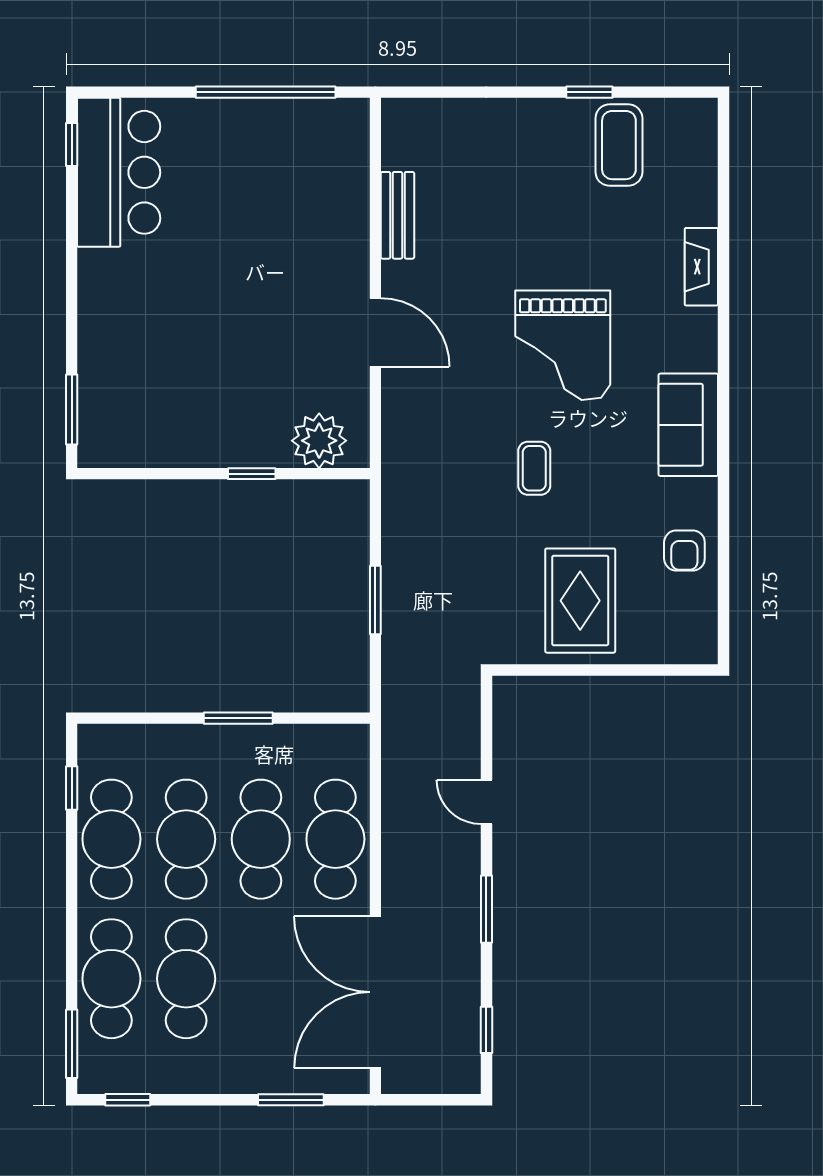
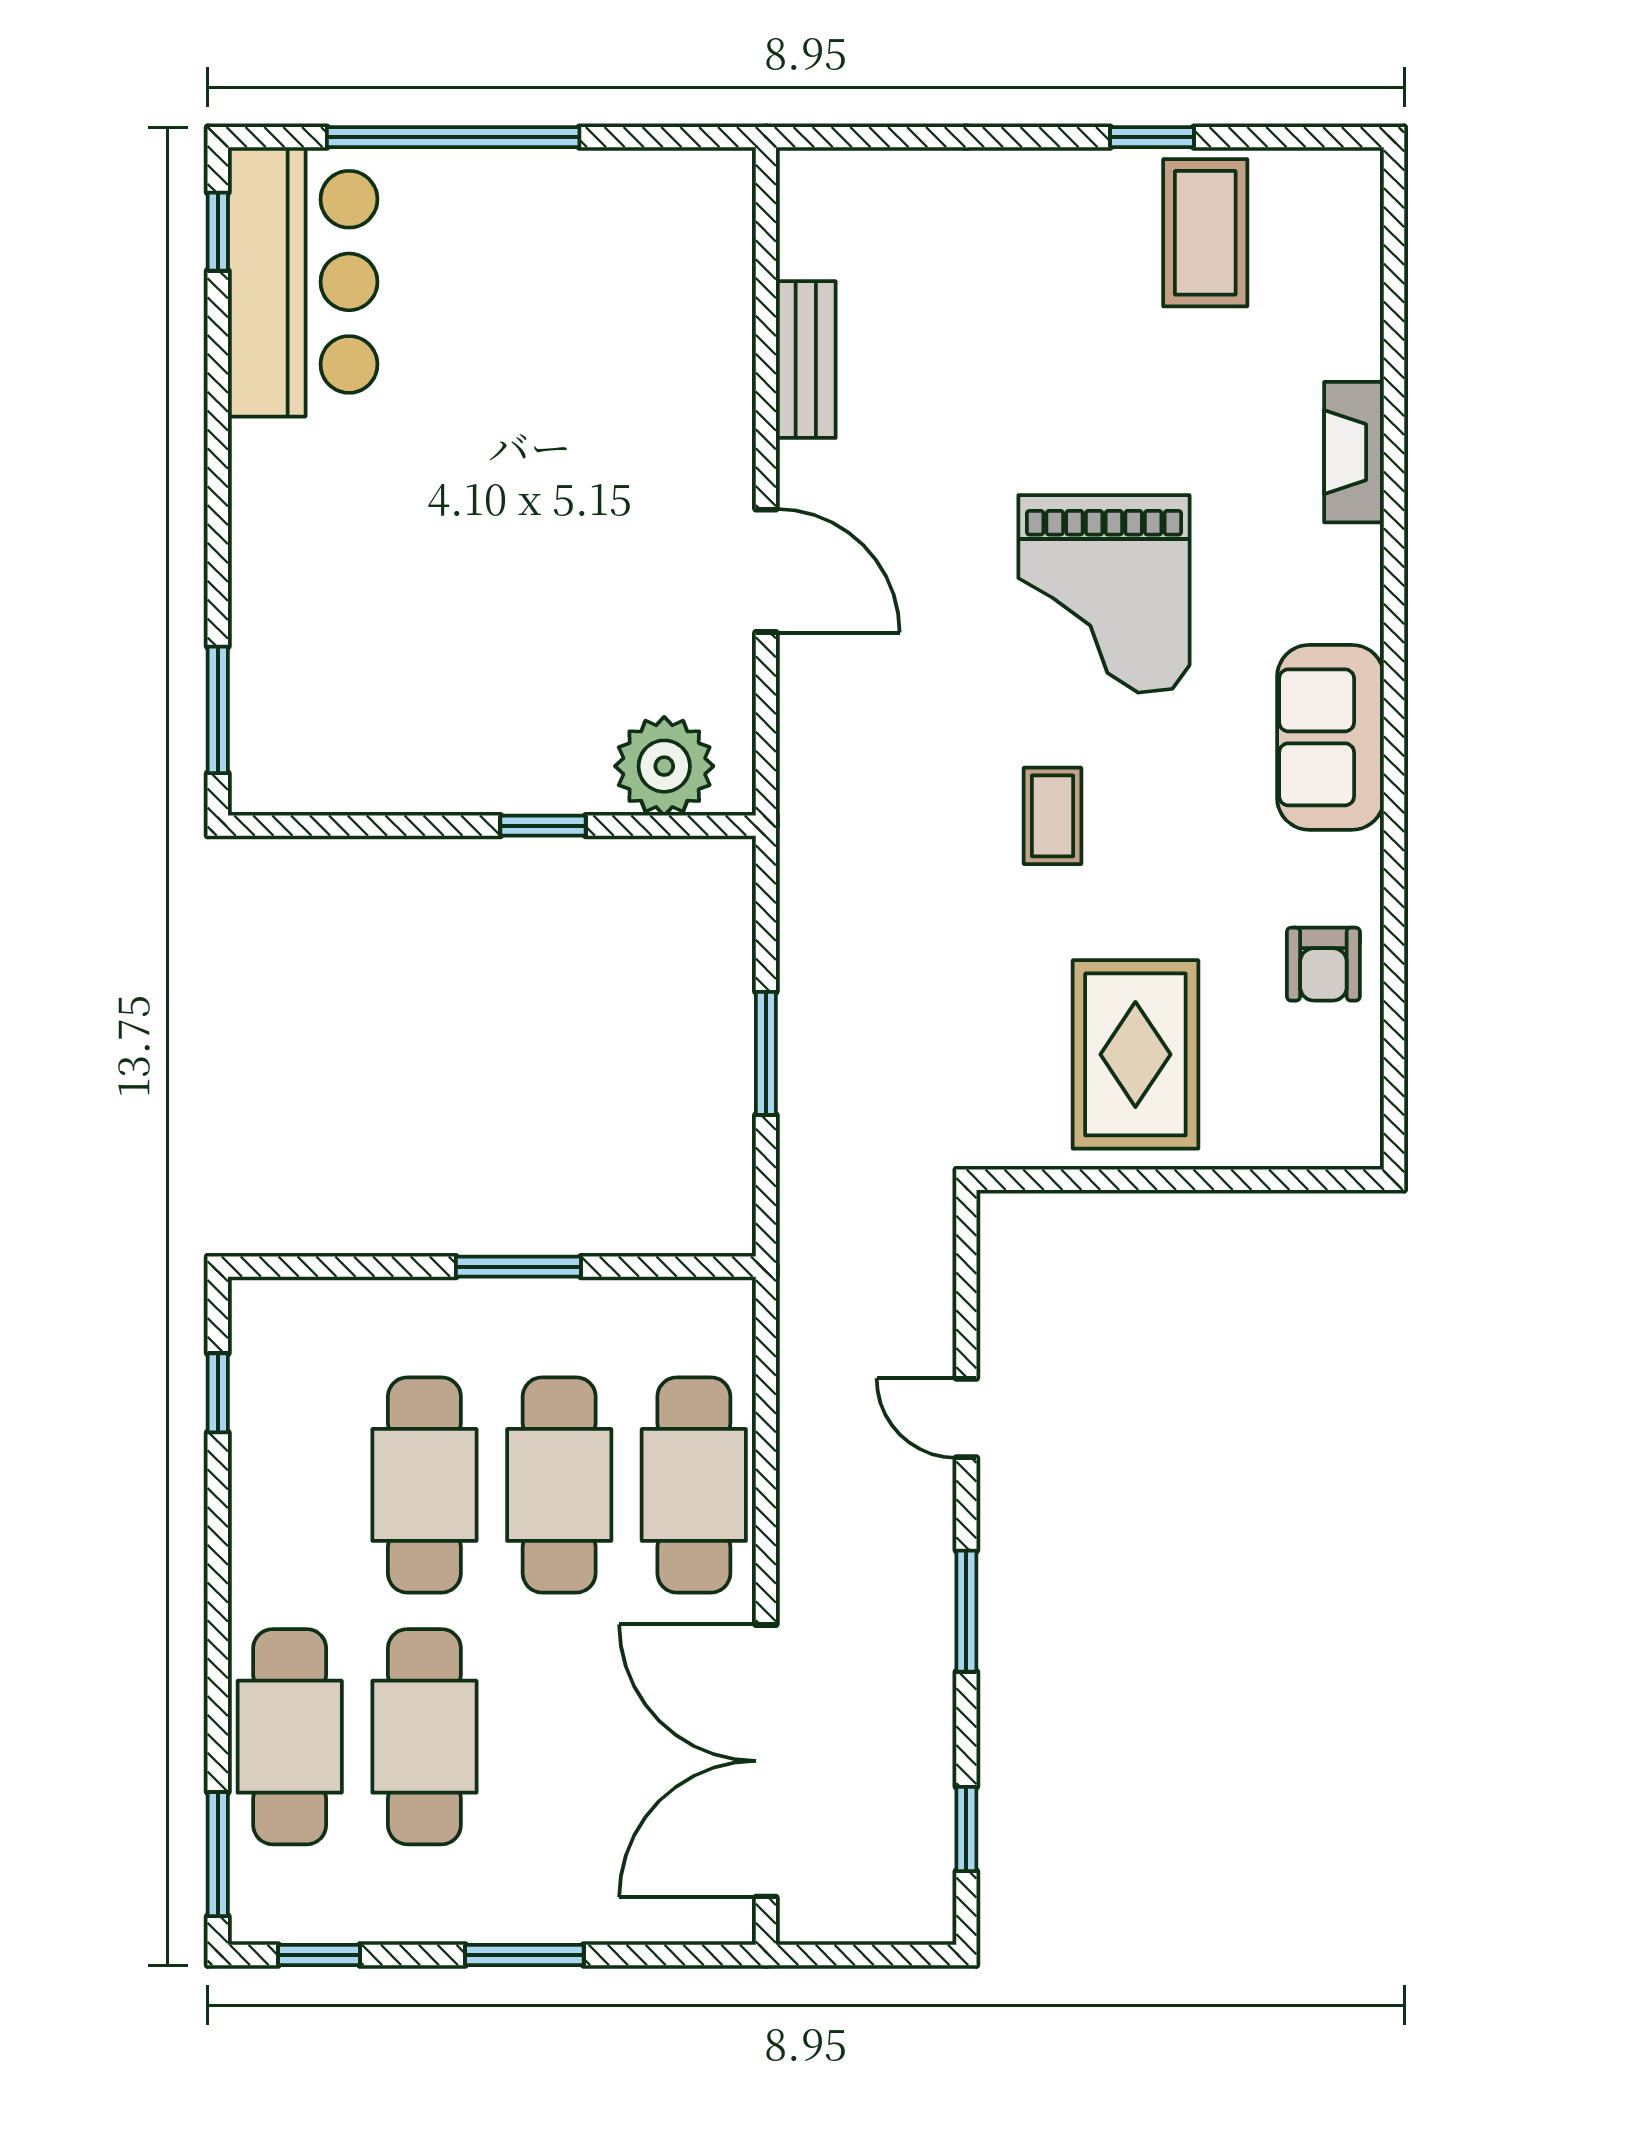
window: (266, 92) -> (453, 137), moved
cafe table: (111, 839) -> (290, 1485), removed
window: (291, 1100) -> (524, 1955), moved

